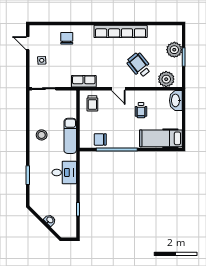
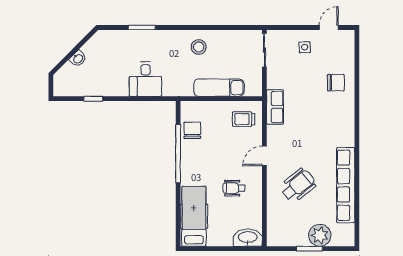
row of seats: (121, 31) -> (346, 185), moved
plant: (166, 79) -> (278, 224), removed
exam couch: (70, 136) -> (219, 88), moved

